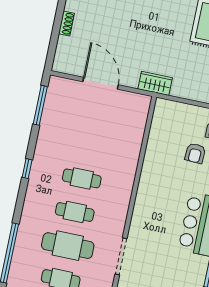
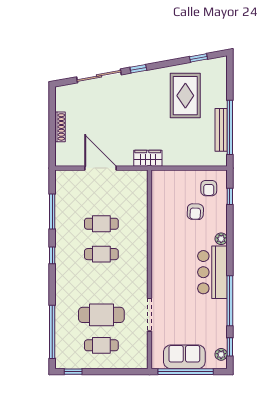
shoe rack: (66, 23) -> (60, 127), width x1.43
window: (40, 105) -> (52, 212), moved
cafe table: (75, 212) -> (101, 224), moved

